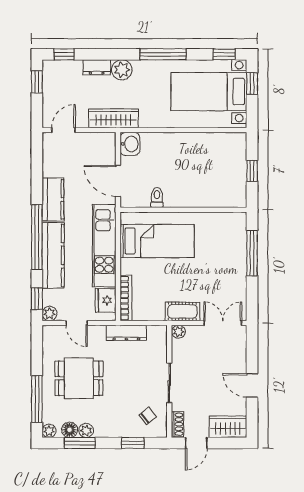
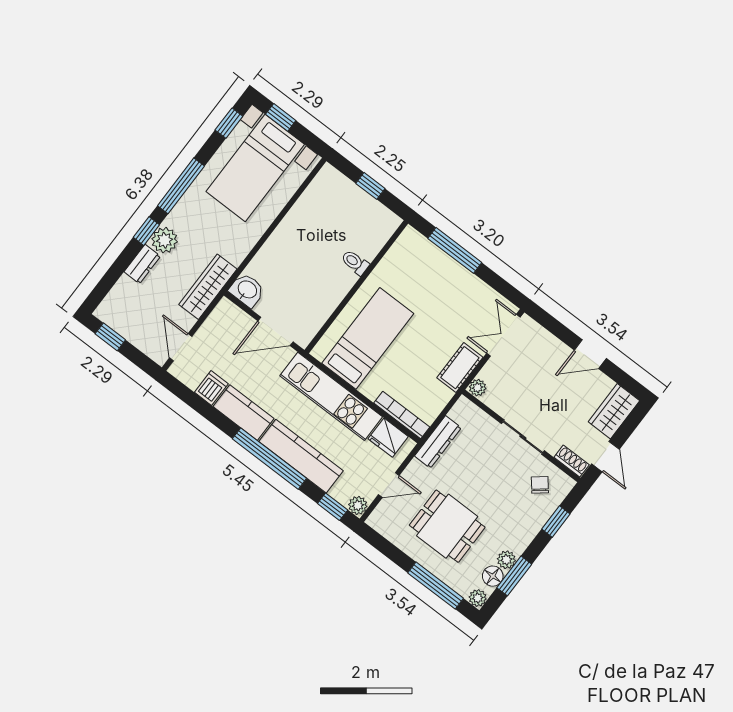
window: (64, 54) -> (146, 231), moved
dishwasher: (53, 168) -> (211, 388), added
toilet: (157, 197) -> (355, 262), moved
dining table: (79, 378) -> (447, 526), turned 90

